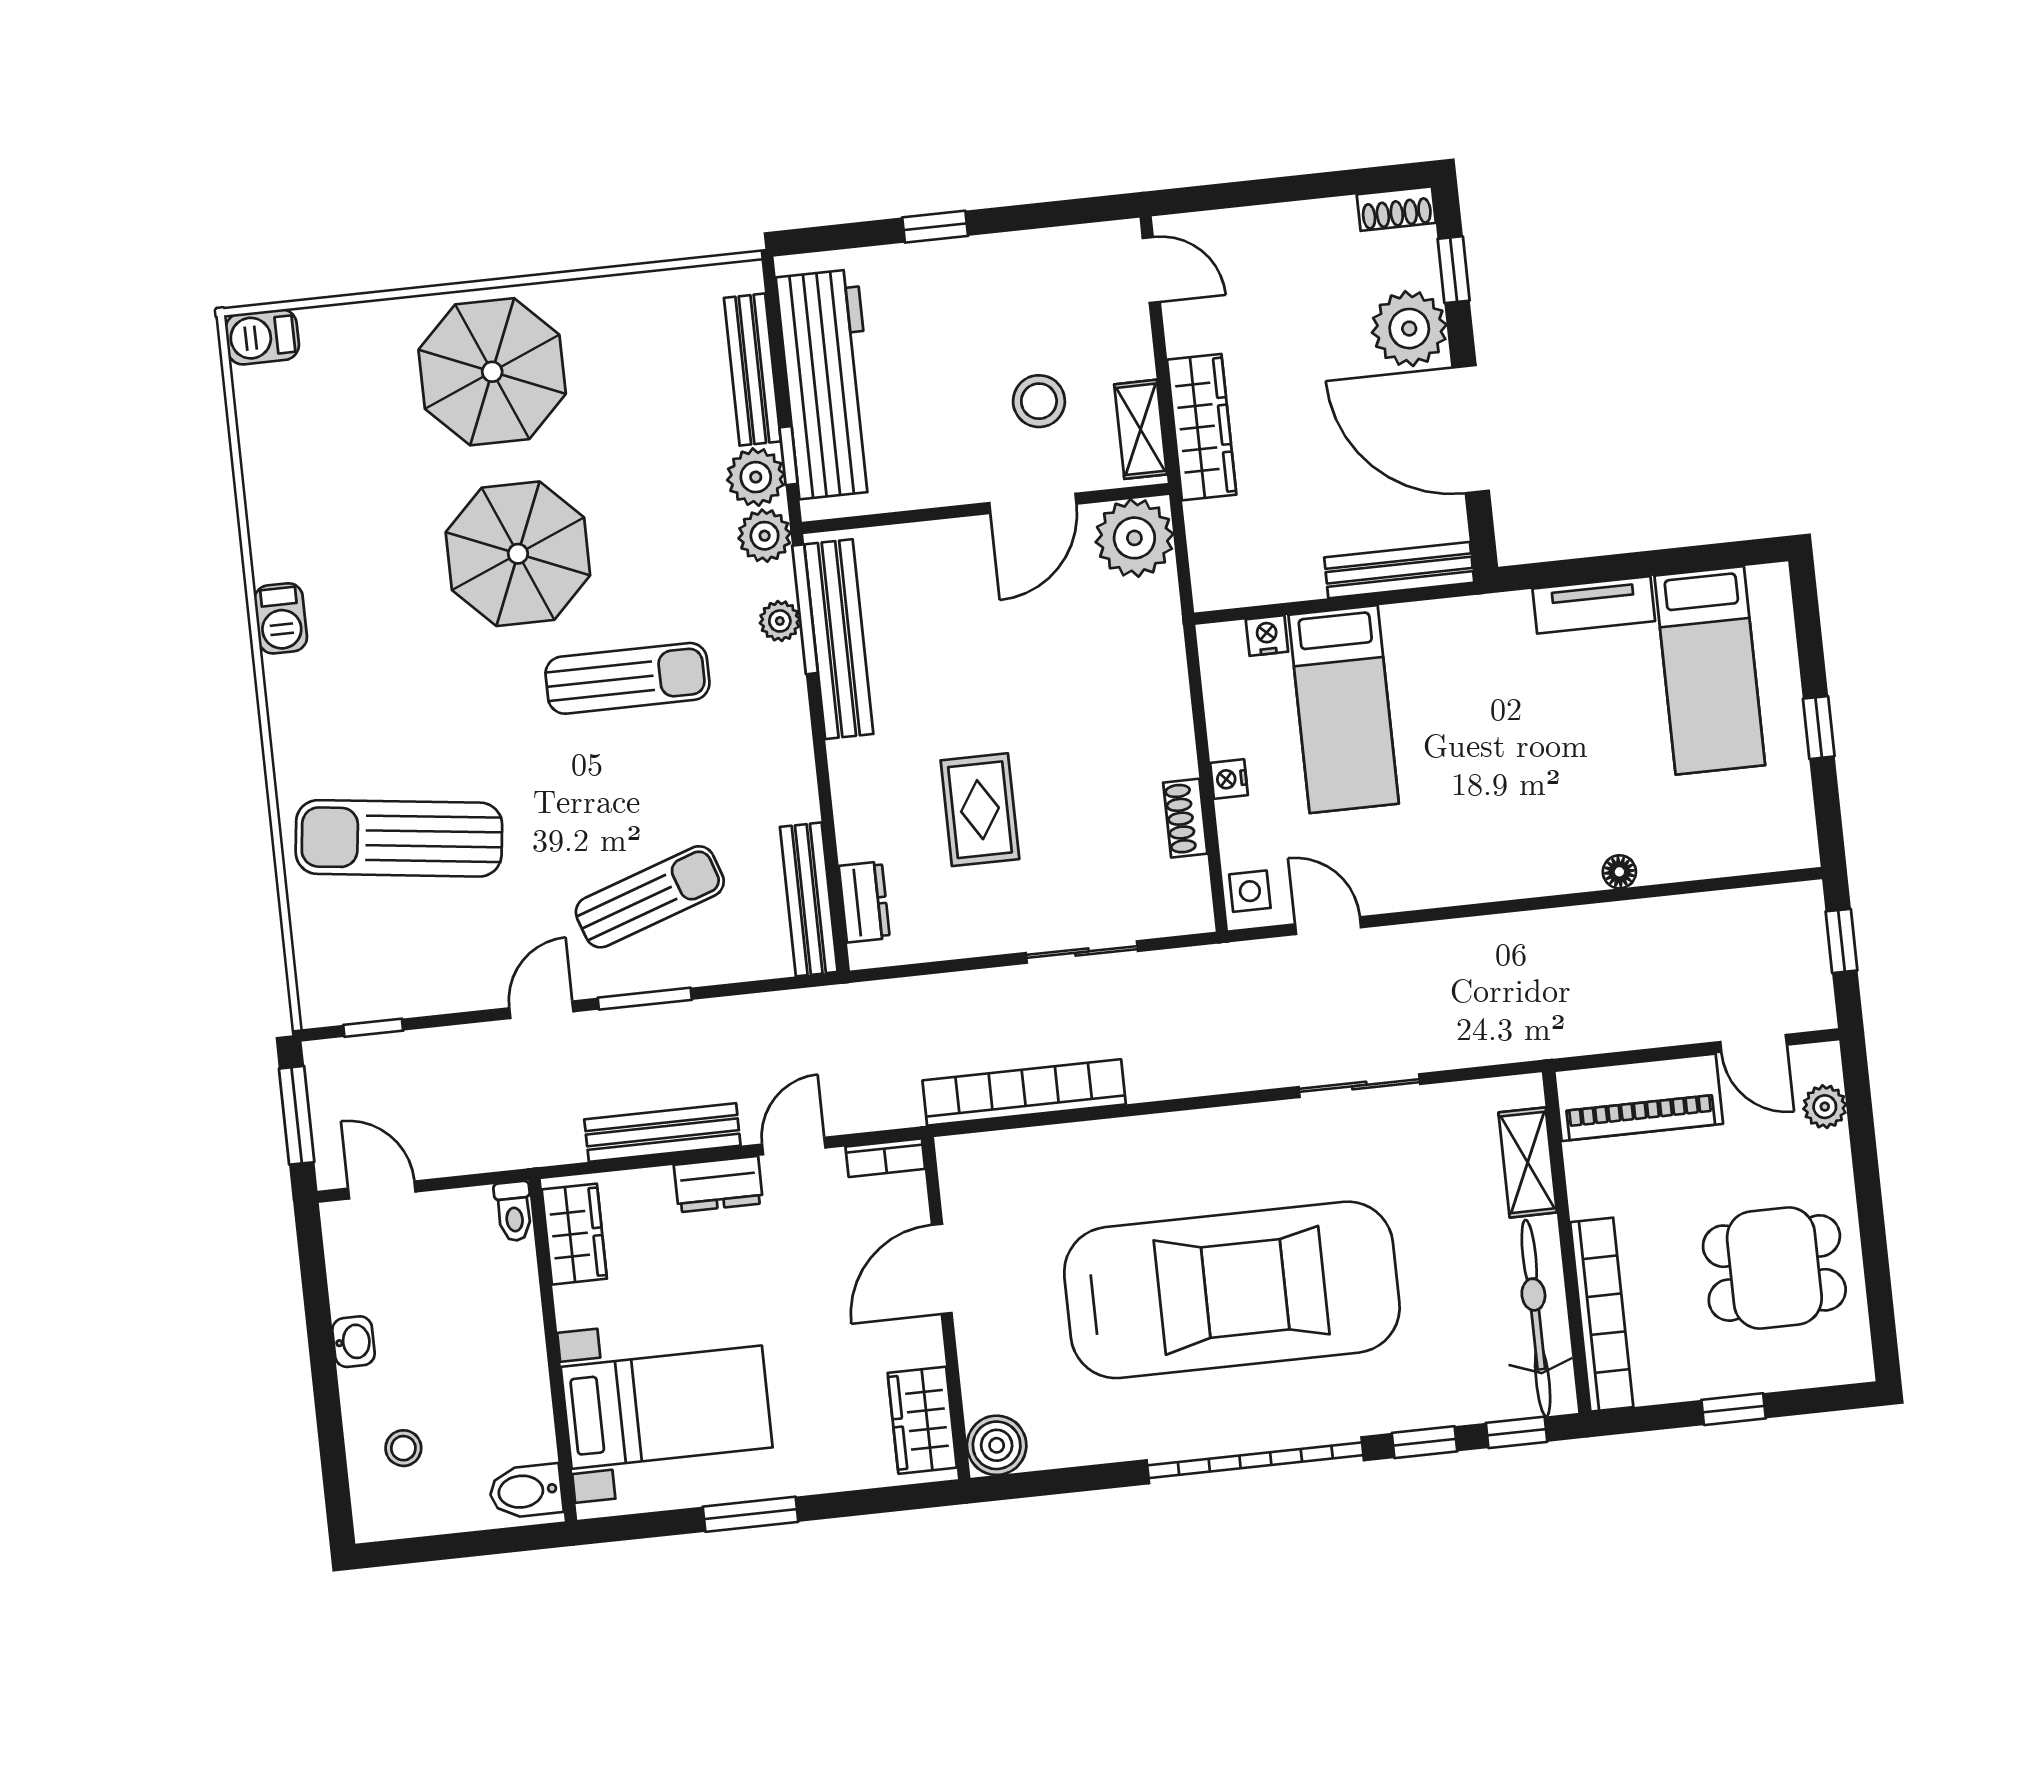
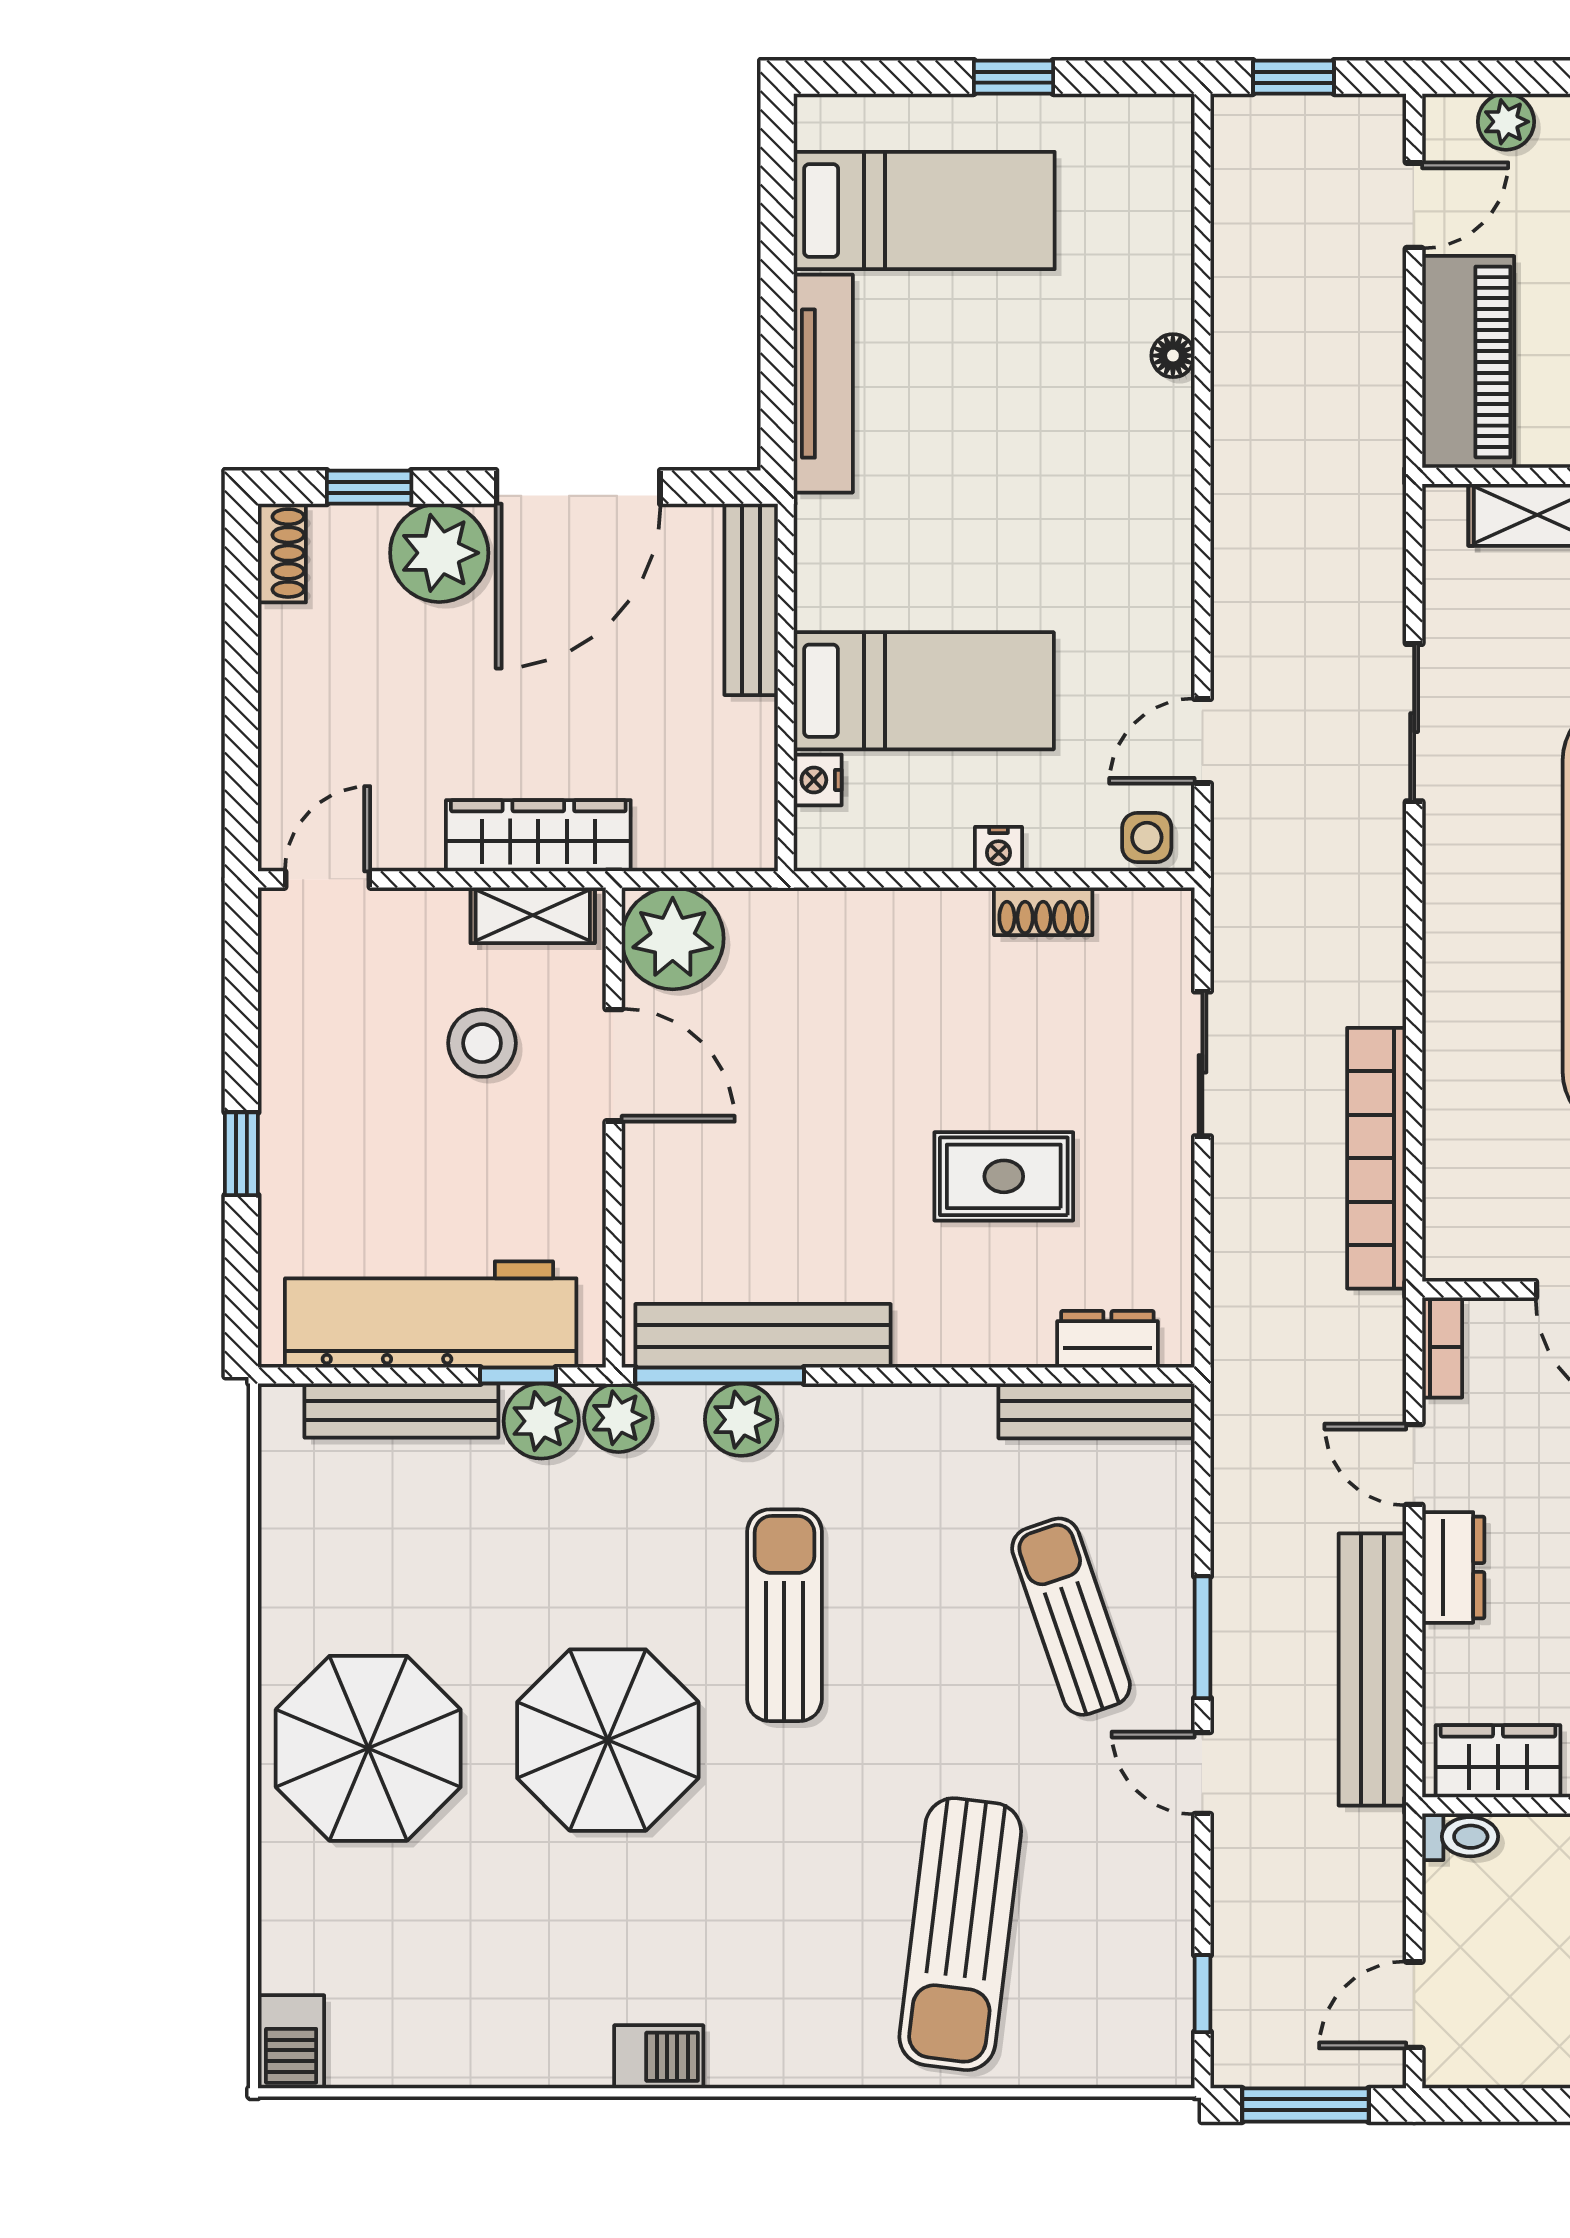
tv unit: (1594, 605) -> (823, 384), width x1.41
plant: (780, 621) -> (741, 1420), width x1.38, depth x1.38
bench: (662, 1132) -> (1372, 1669), width x1.37, depth x1.21

